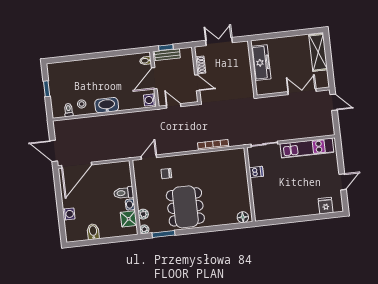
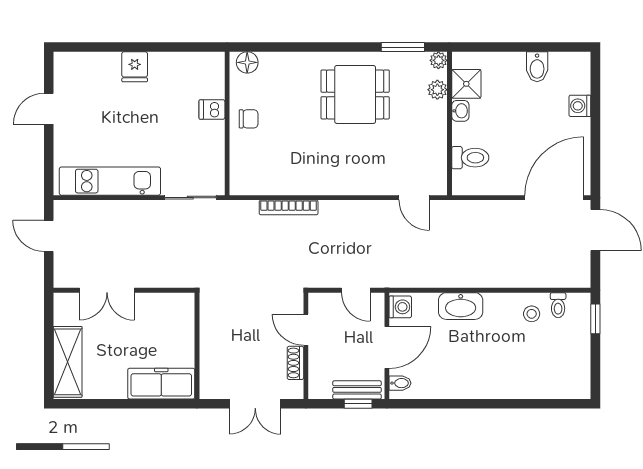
freezer: (261, 63) -> (161, 384), moved, turned 90
window: (47, 89) -> (595, 319), moved
door: (334, 102) -> (49, 236), moved
washbasin: (107, 105) -> (461, 306), moved
door: (149, 157) -> (414, 198), hinge flipped
dishwasher: (256, 172) -> (212, 109), moved
chair: (166, 174) -> (249, 119), moved
toilet: (124, 193) -> (470, 158), moved
fridge: (326, 206) -> (135, 67), moved
dining table: (185, 207) -> (355, 94), width x0.73

